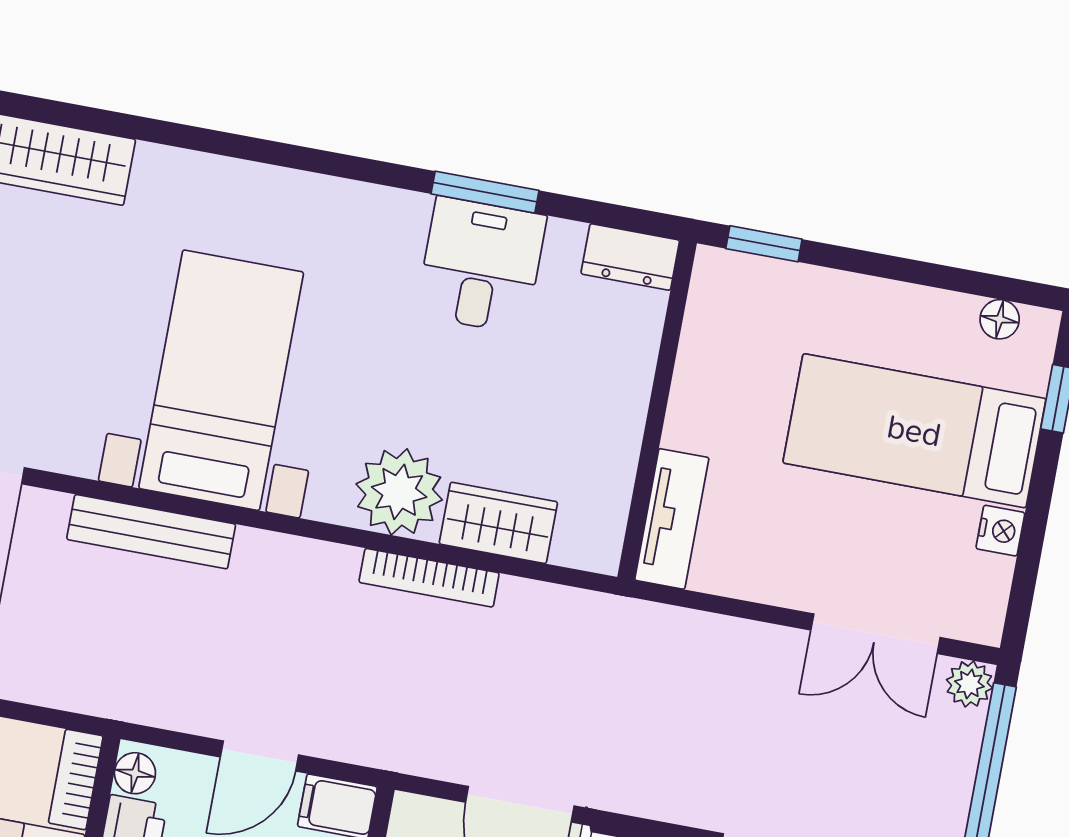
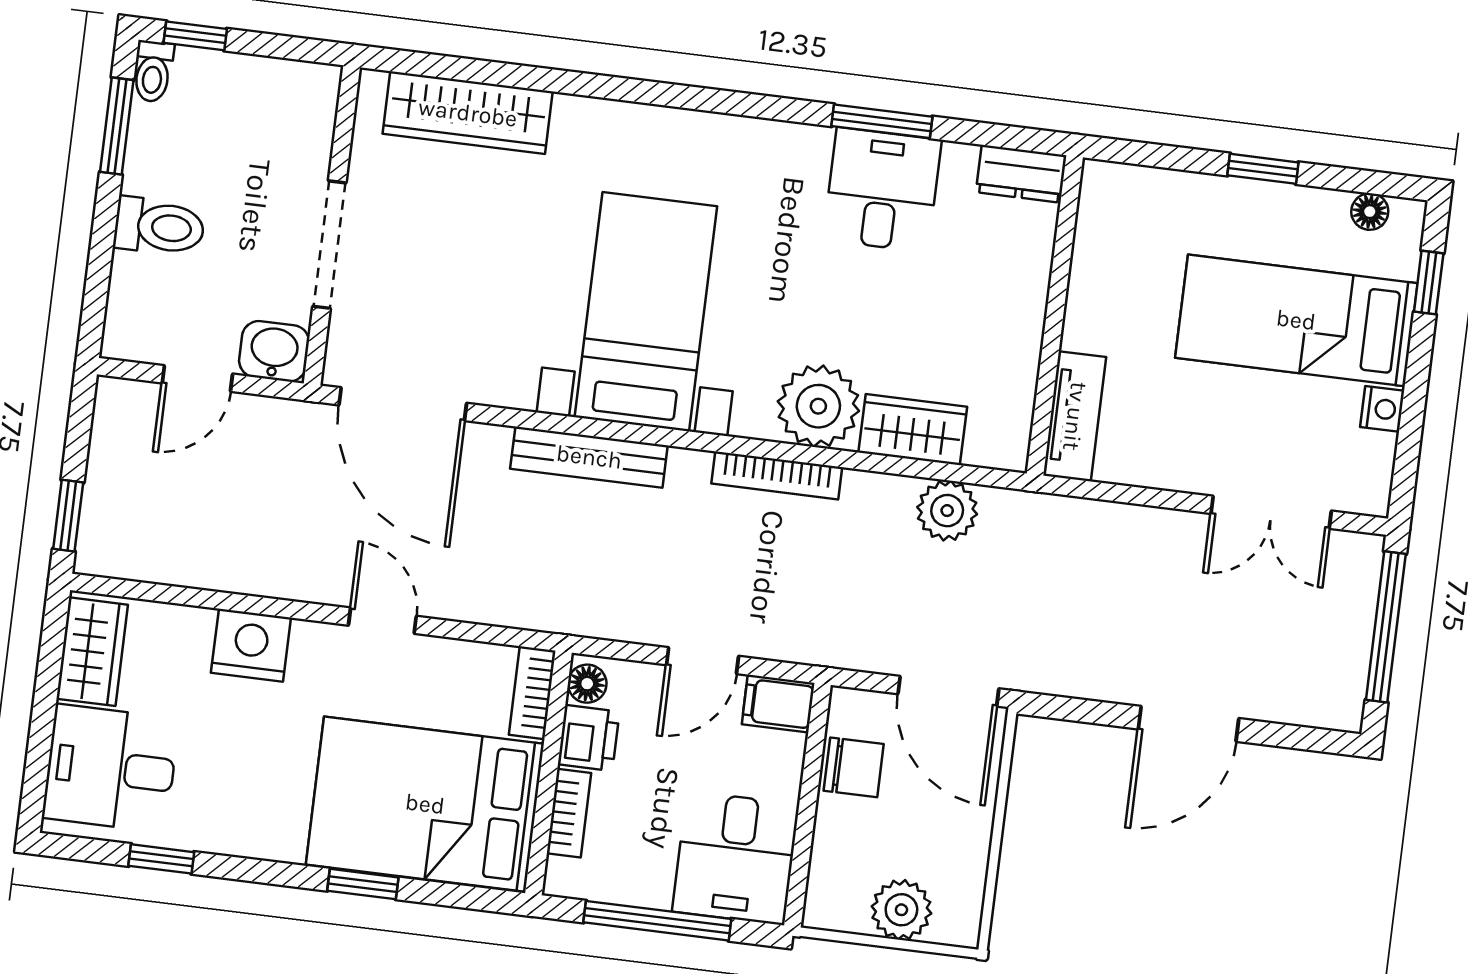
window: (764, 244) -> (1263, 169), moved
bookcase: (429, 578) -> (777, 475), moved
plant: (969, 684) -> (947, 511), moved, width x1.38, depth x1.38

